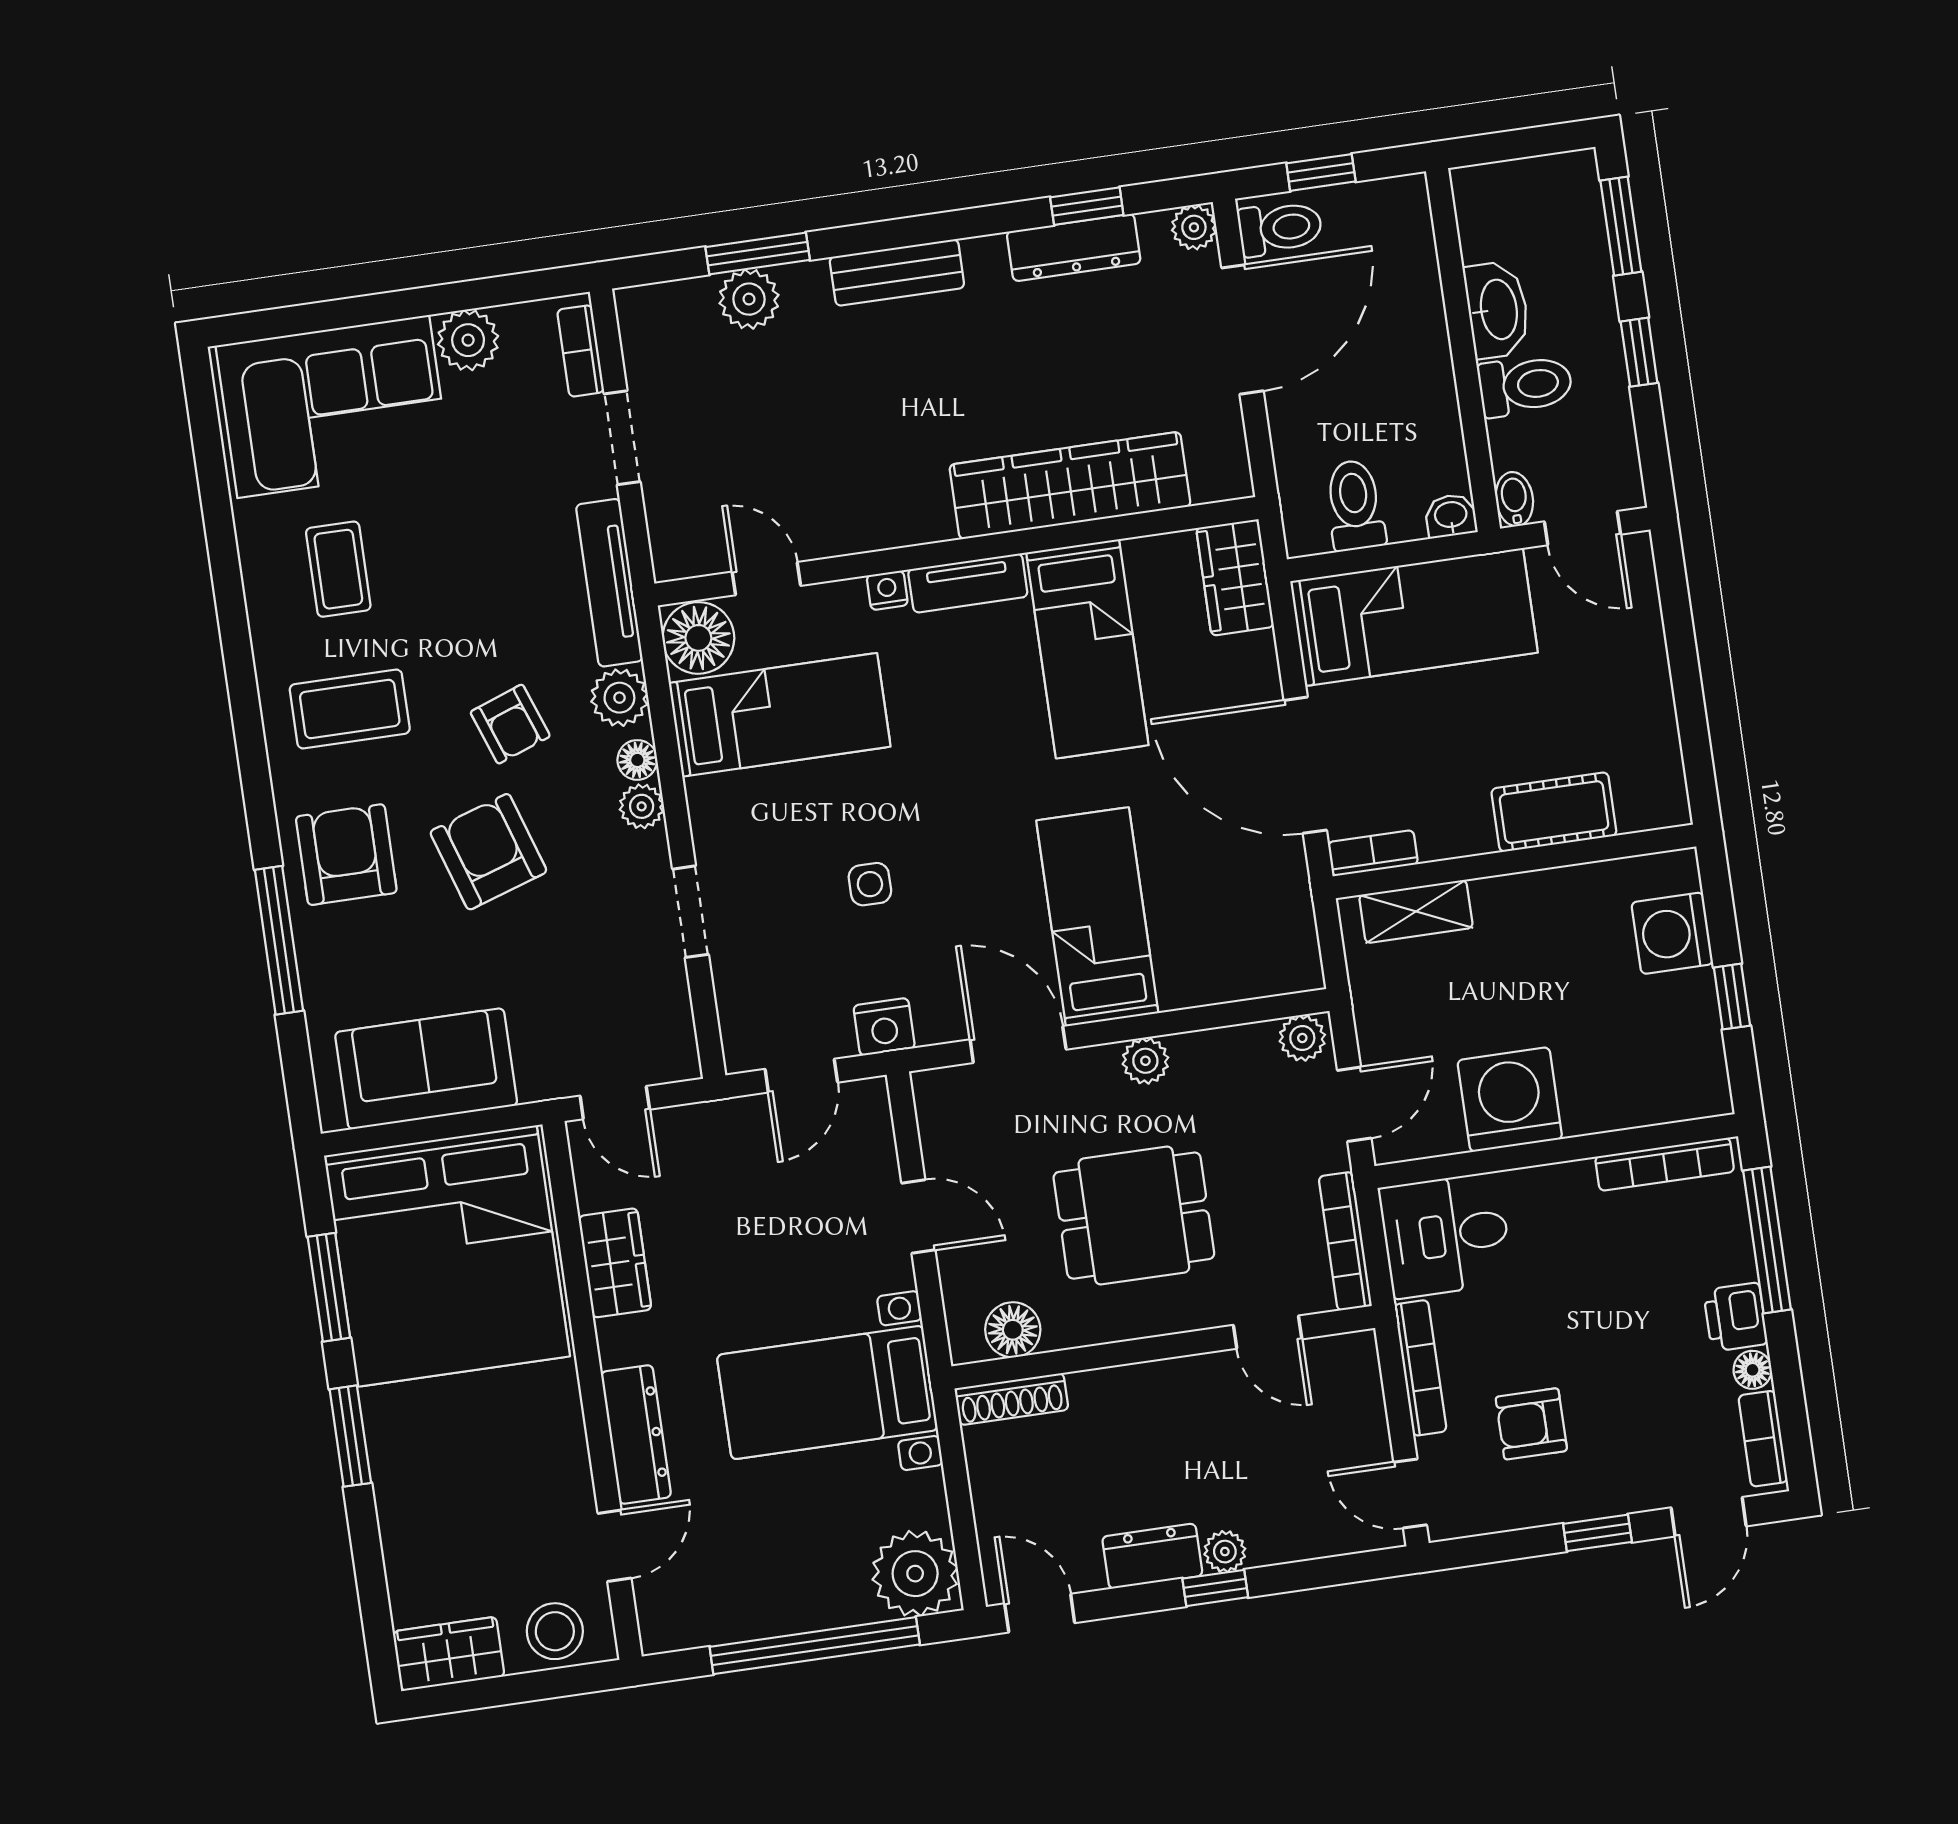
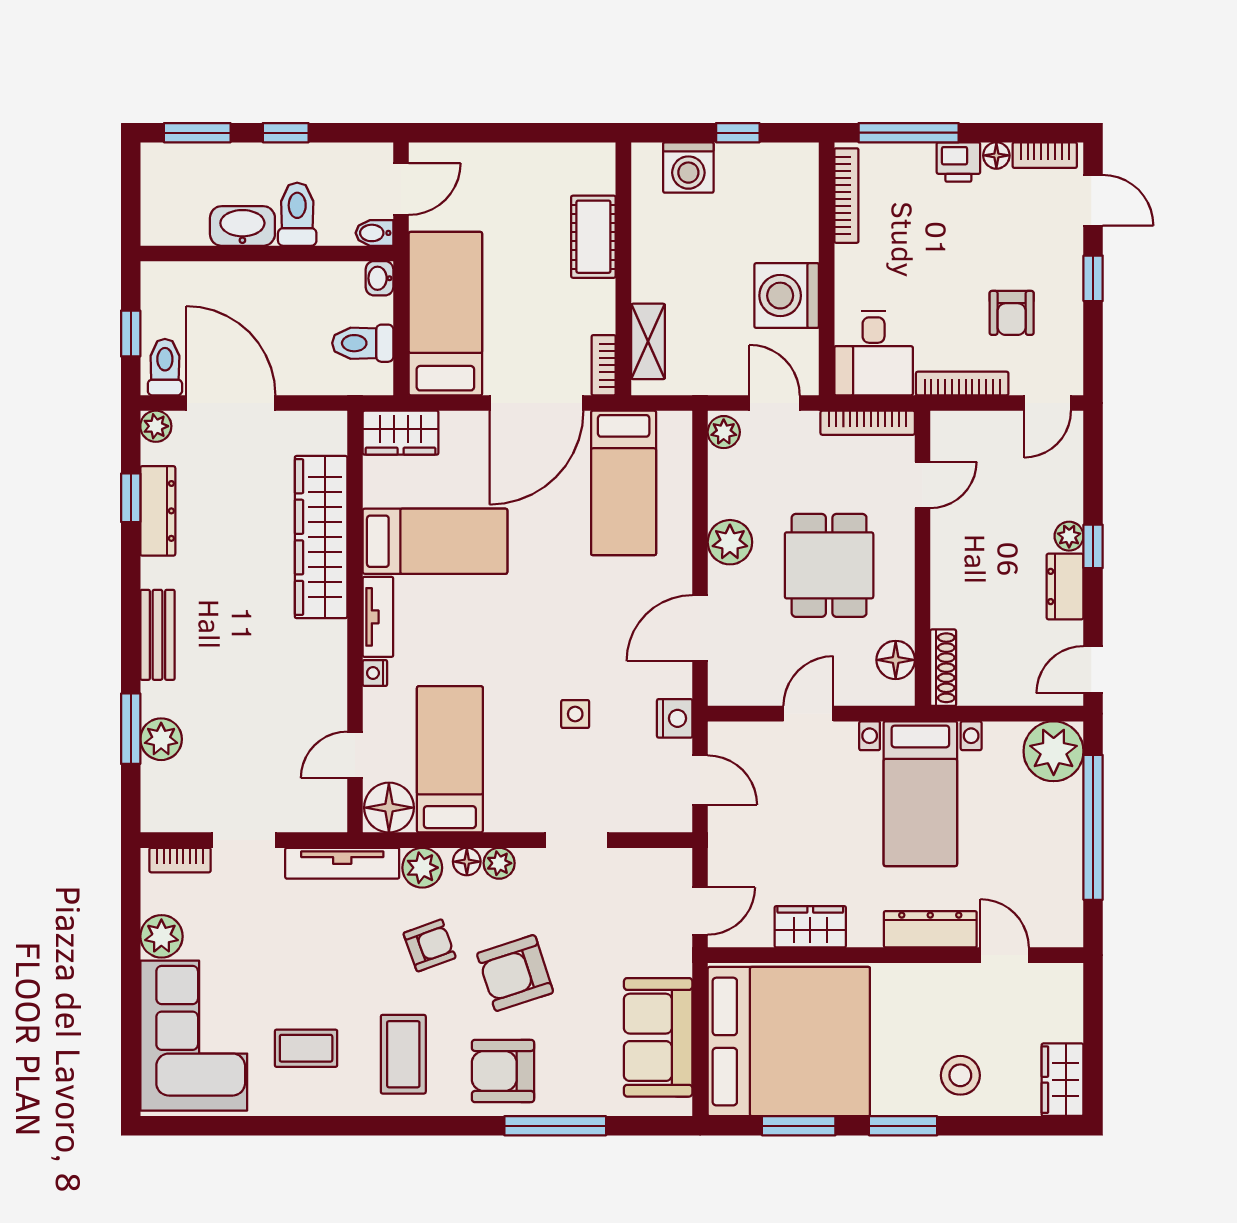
bed: (1097, 917) -> (624, 483), moved, turned -90
plant: (1145, 1061) -> (730, 542), width x1.38, depth x1.38
stool: (555, 1631) -> (960, 1075), moved

